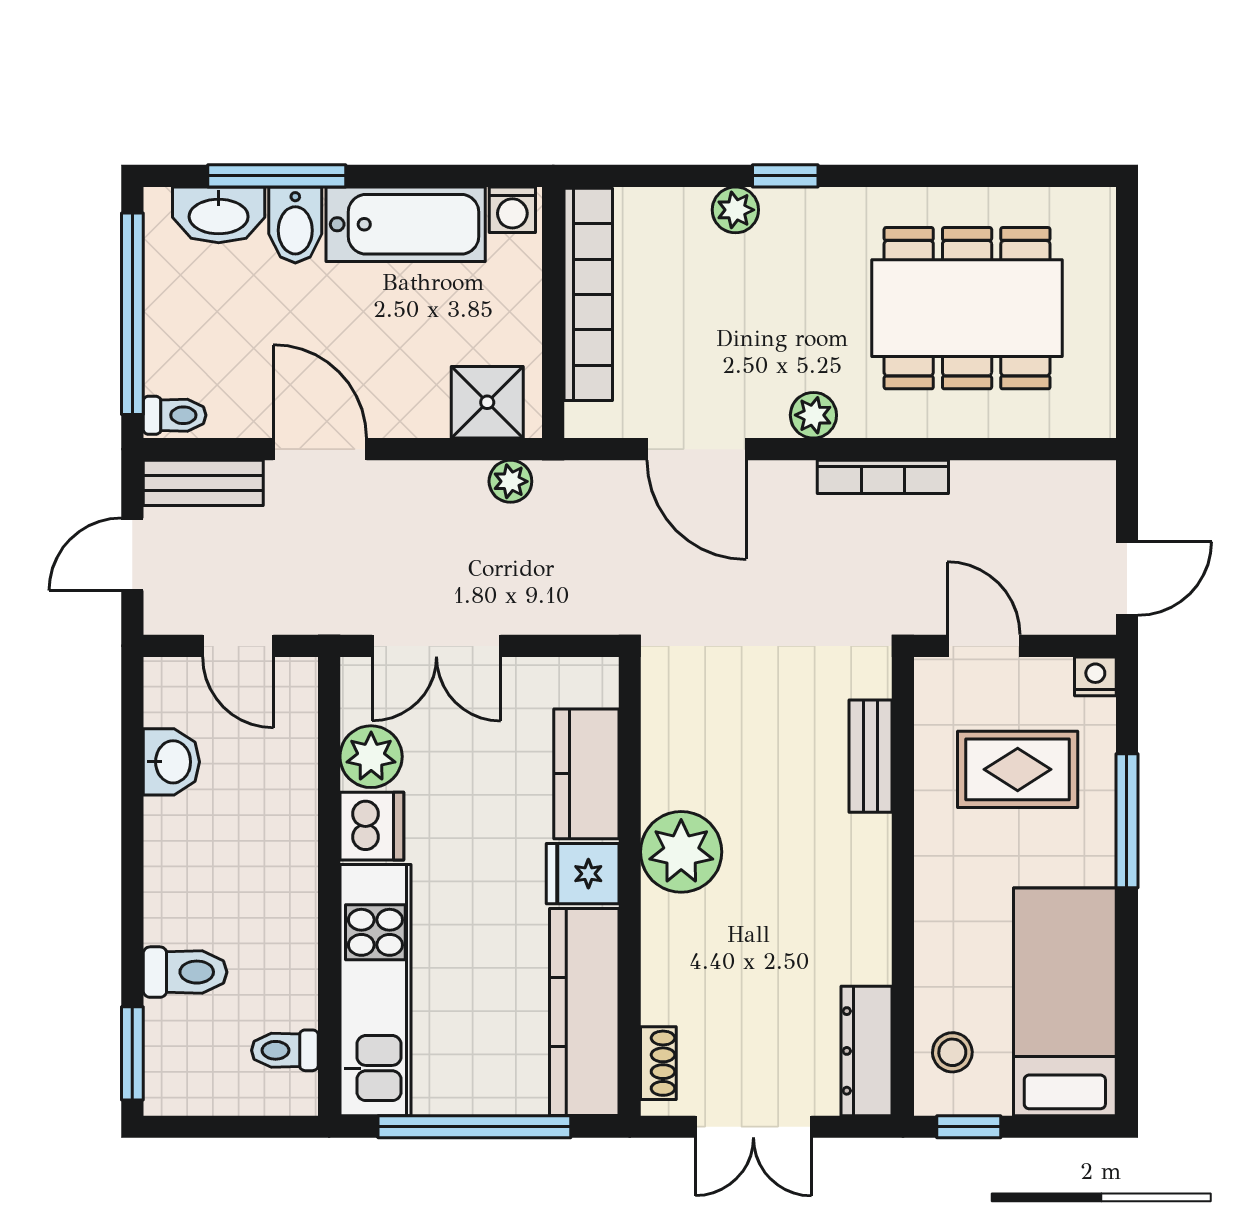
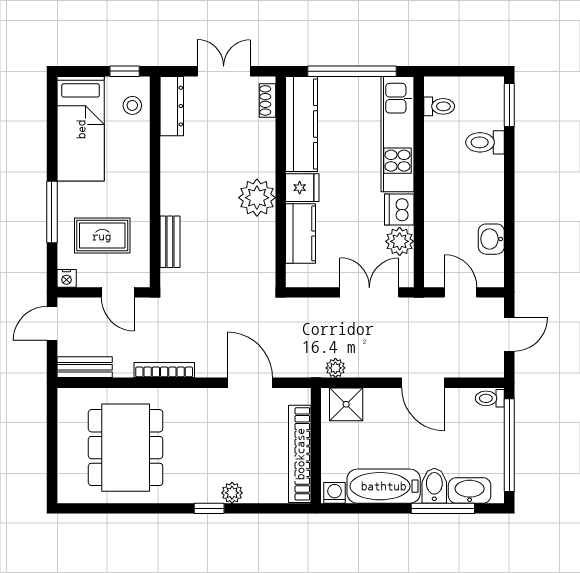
dining table: (967, 308) -> (126, 448), turned 90
plant: (813, 415) -> (196, 398), removed
bench: (203, 483) -> (85, 367), moved

